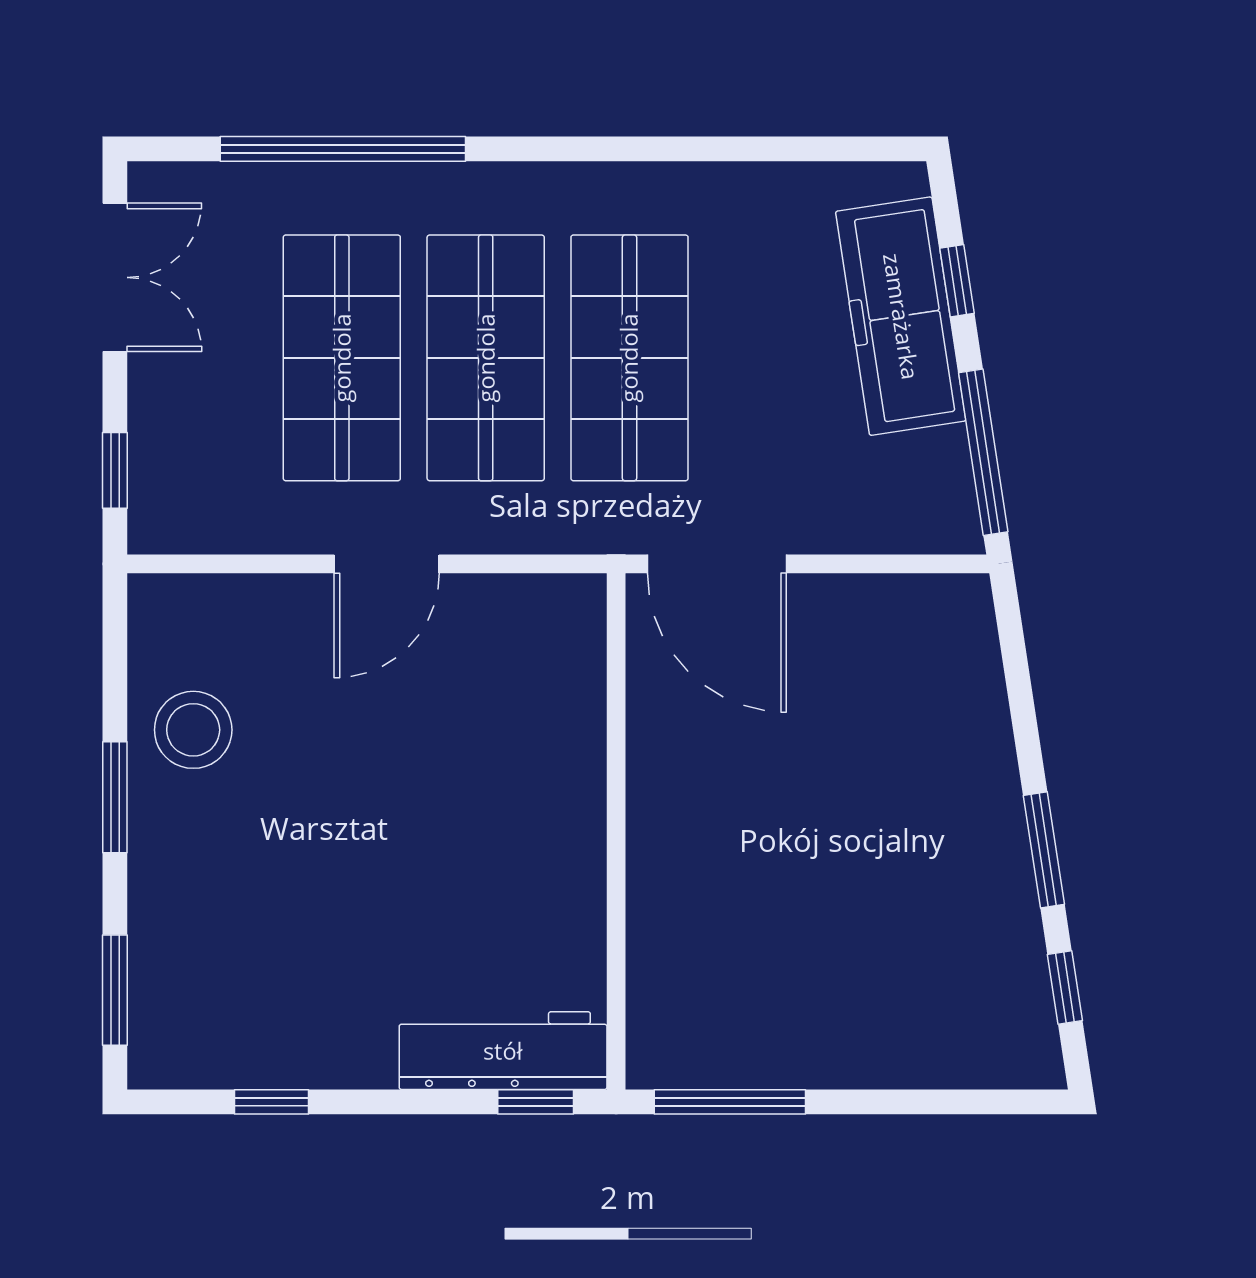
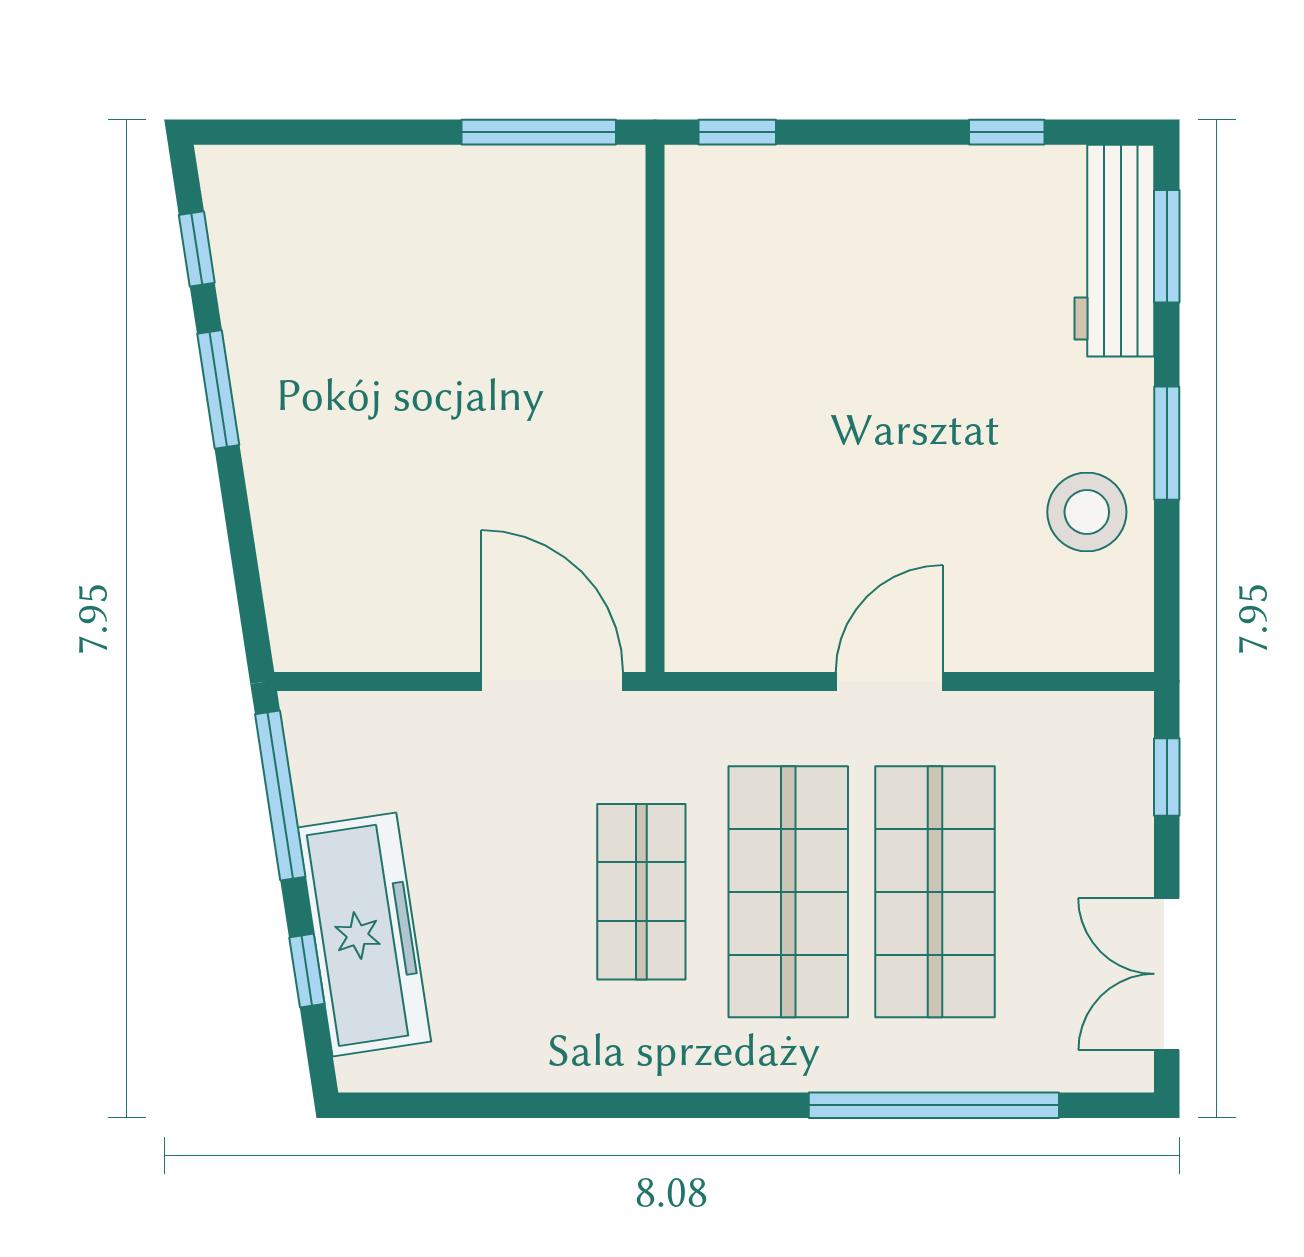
shop shelf: (629, 358) -> (641, 892), width x0.70, depth x0.74
workbench: (503, 1051) -> (1114, 251), moved, turned 90

